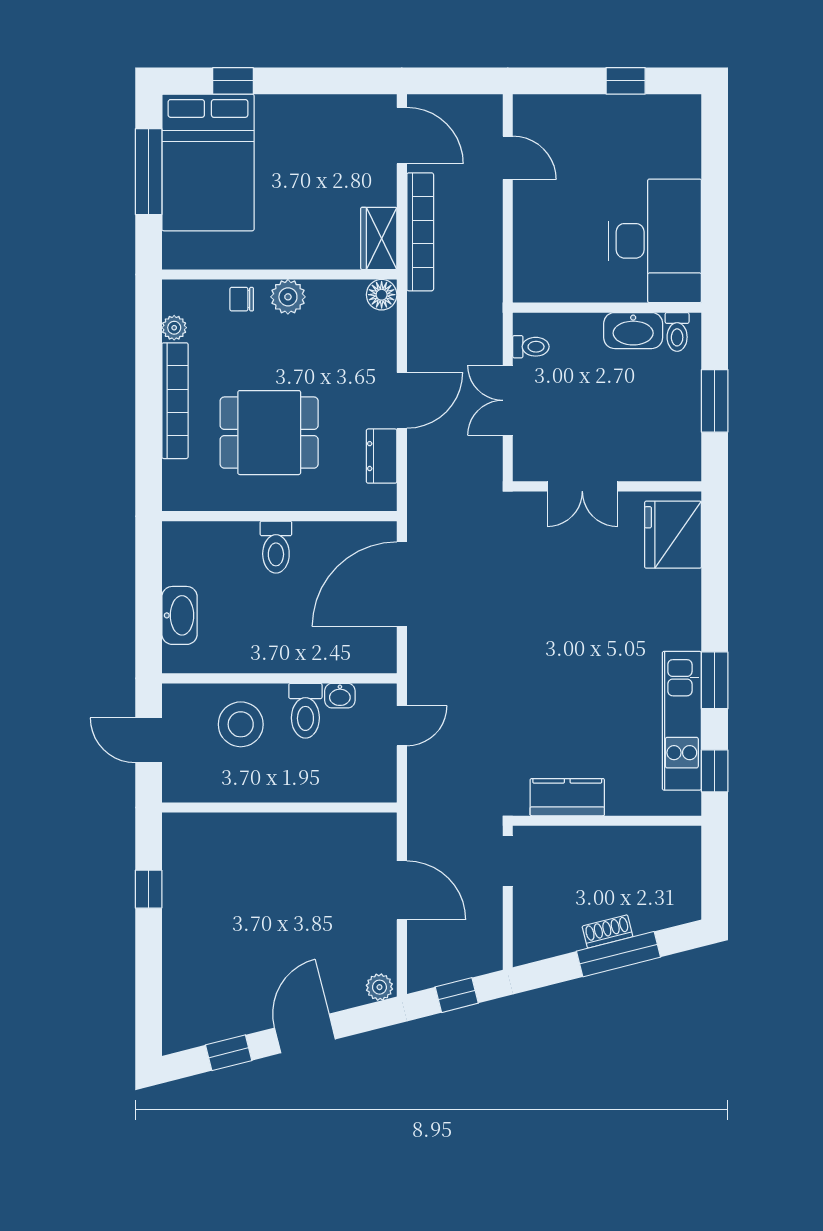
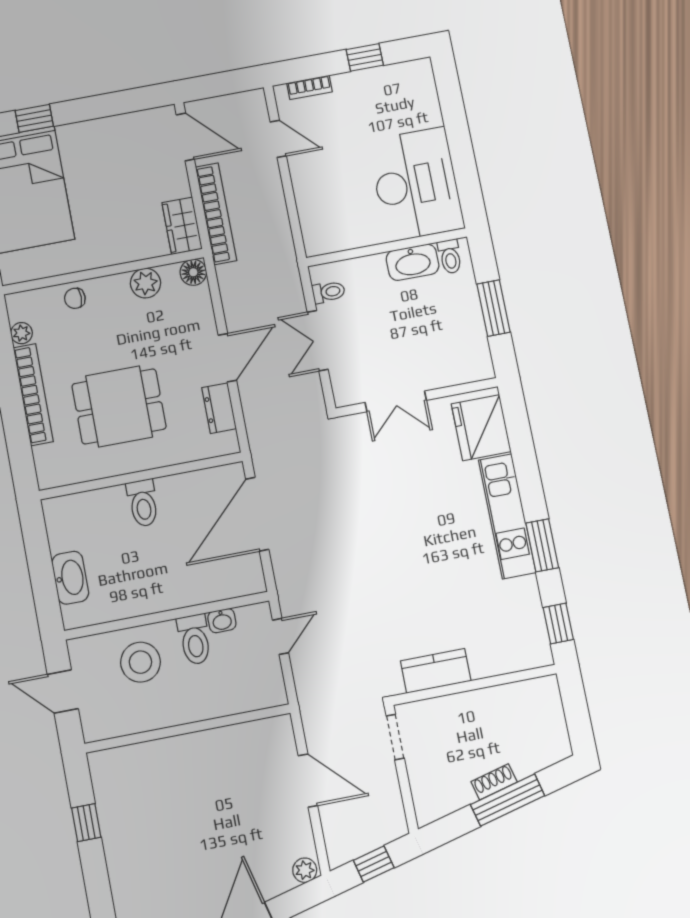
bookcase: (555, 104) -> (309, 87), added
plant: (288, 297) -> (145, 283), moved
kitchen unit: (682, 721) -> (507, 516), moved

